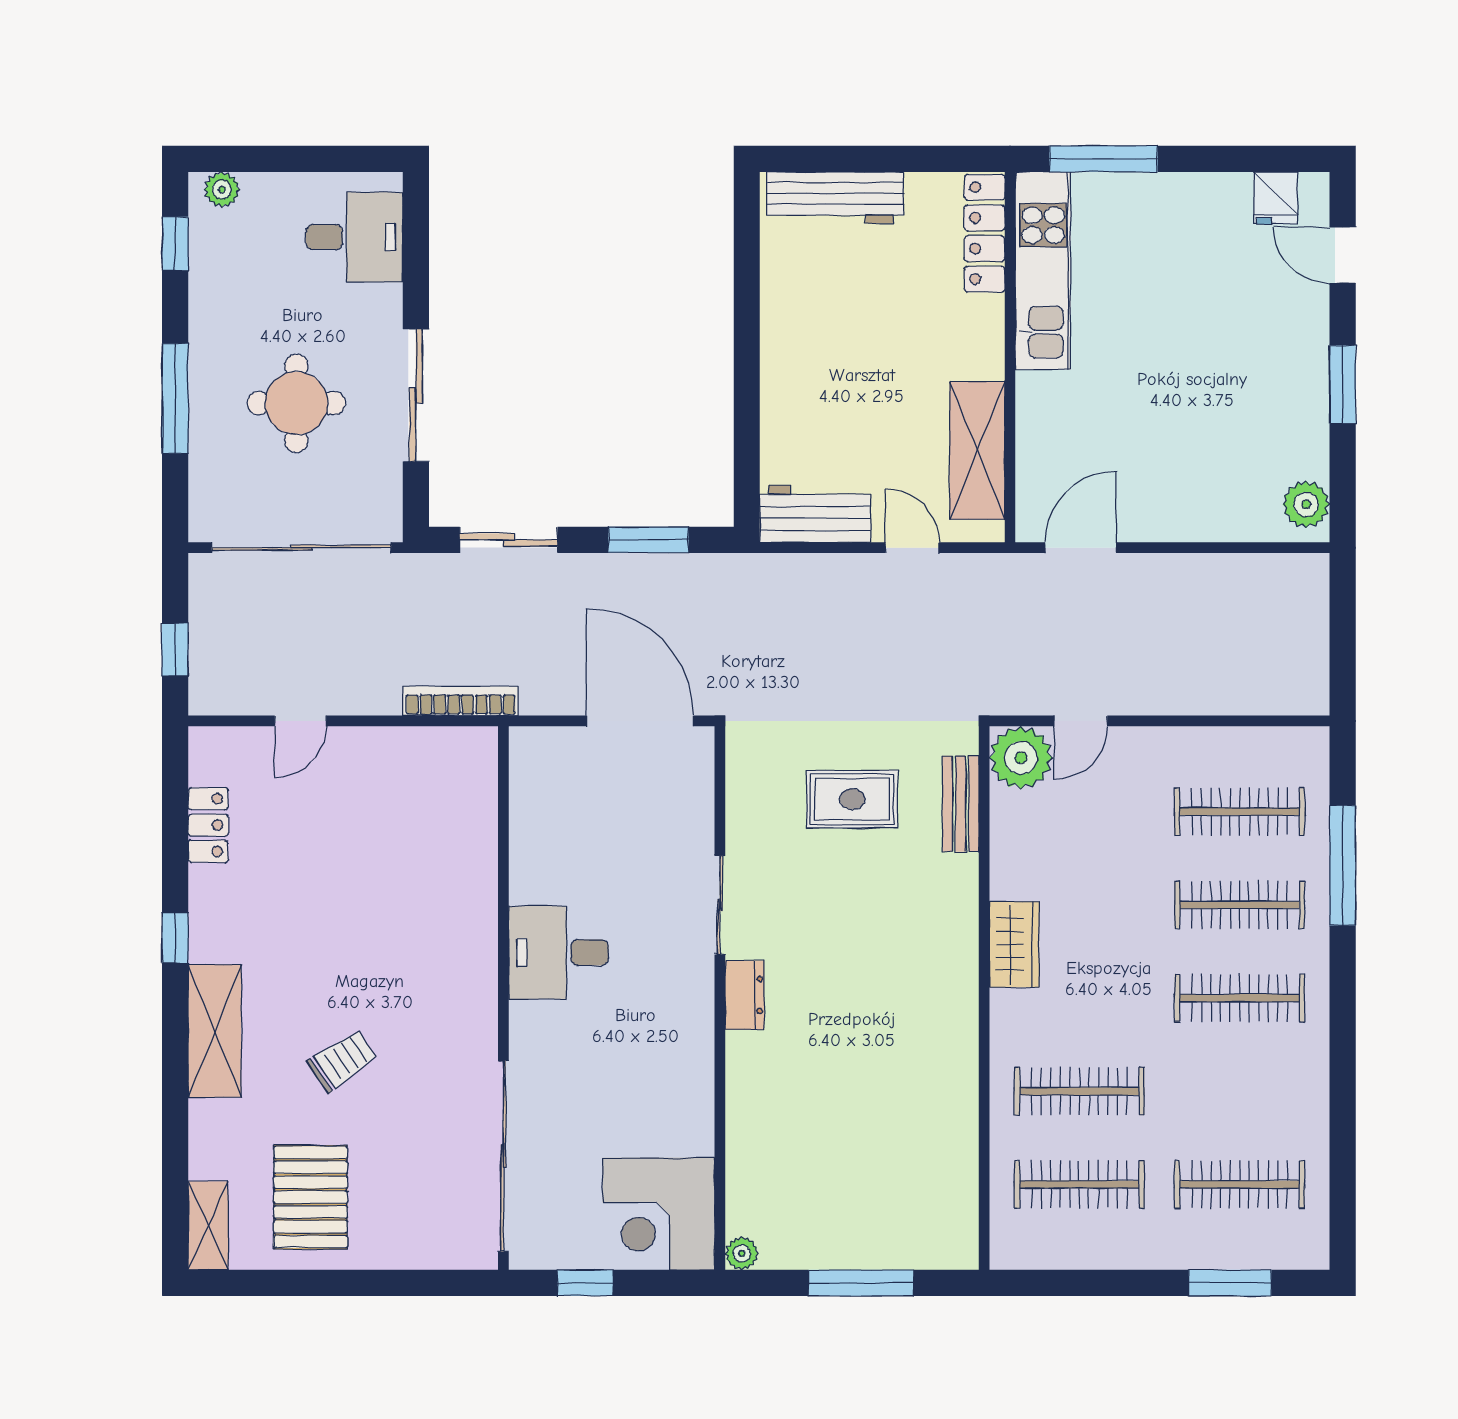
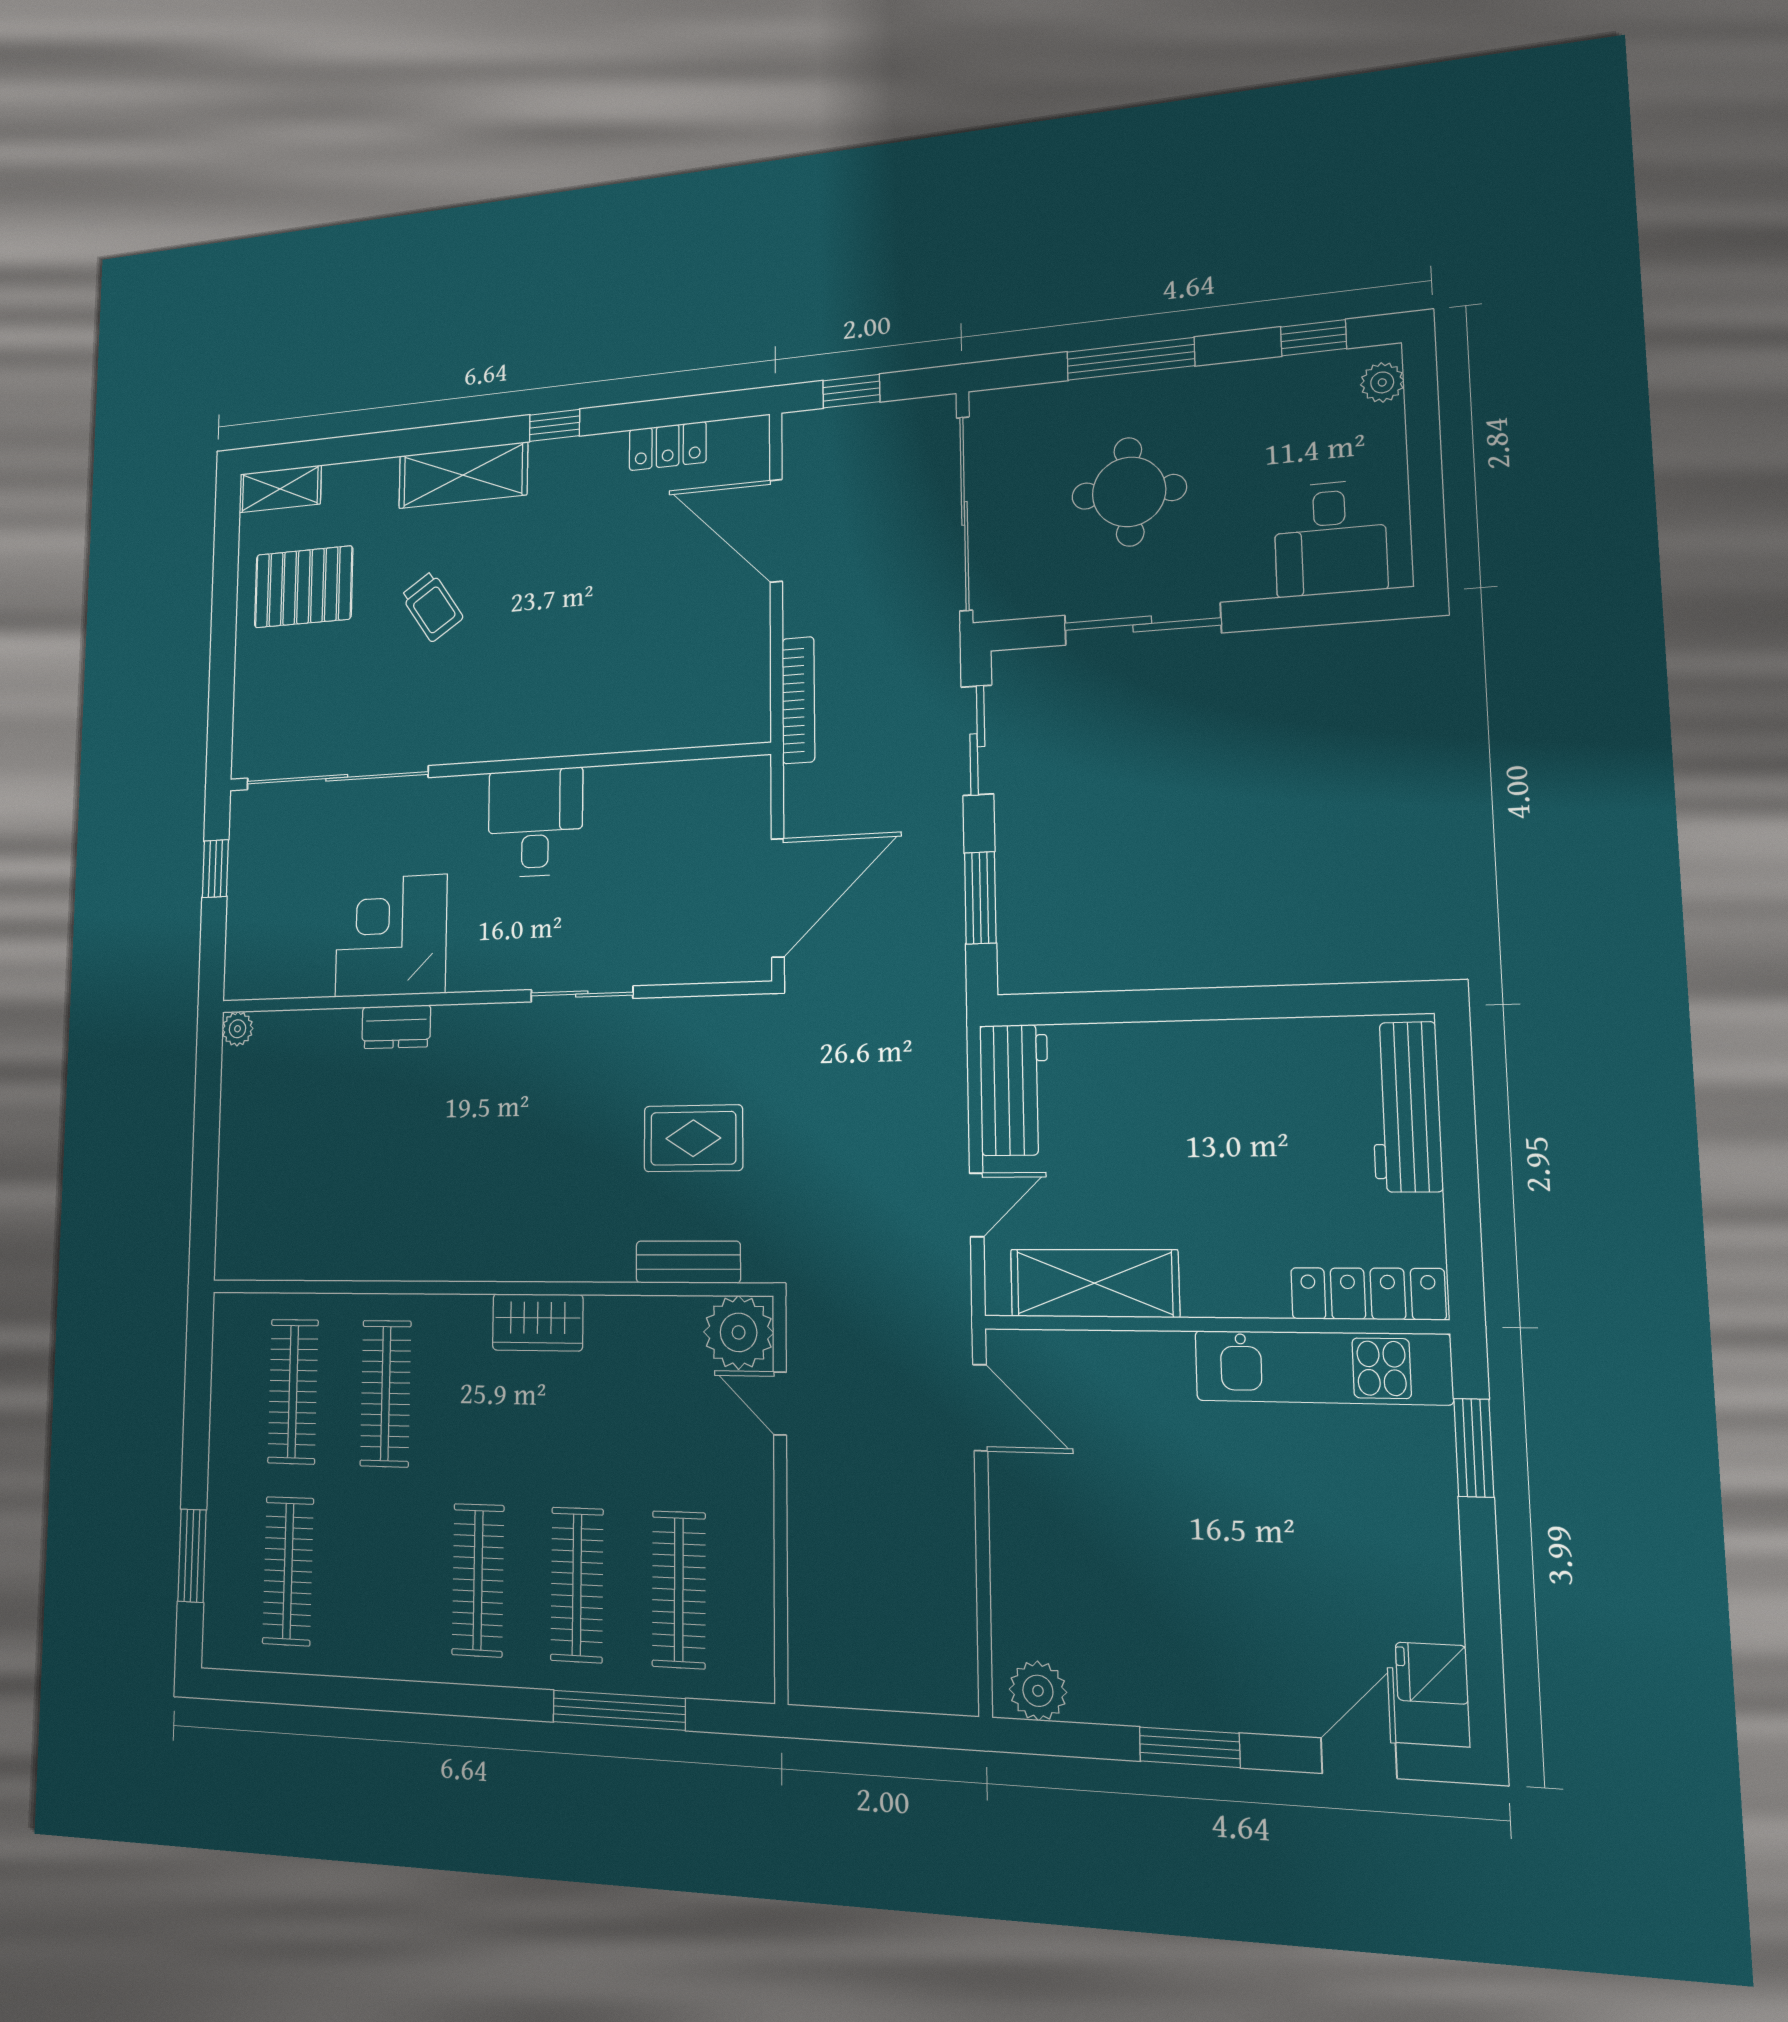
window: (1103, 159) -> (1474, 1448), width x0.69
door: (300, 721) -> (776, 531), width x1.88
rug: (852, 799) -> (693, 1138), turned 90
dresser: (745, 995) -> (396, 1027), moved
corner desk: (659, 1214) -> (391, 936), moved
window: (861, 1283) -> (206, 1155), removed

